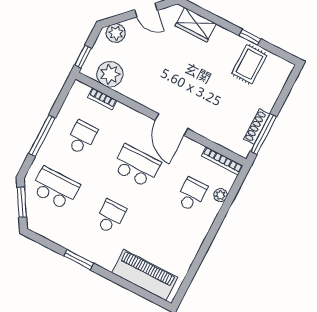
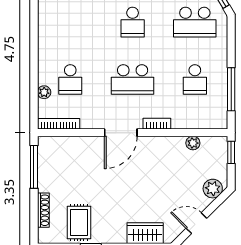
plant: (110, 74) -> (193, 143), width x0.53, depth x0.53
bookcase: (102, 99) -> (157, 124), moved
door: (171, 124) -> (121, 133), swing flipped
shoe rack: (257, 127) -> (43, 210), moved
window: (42, 136) -> (231, 89), moved

